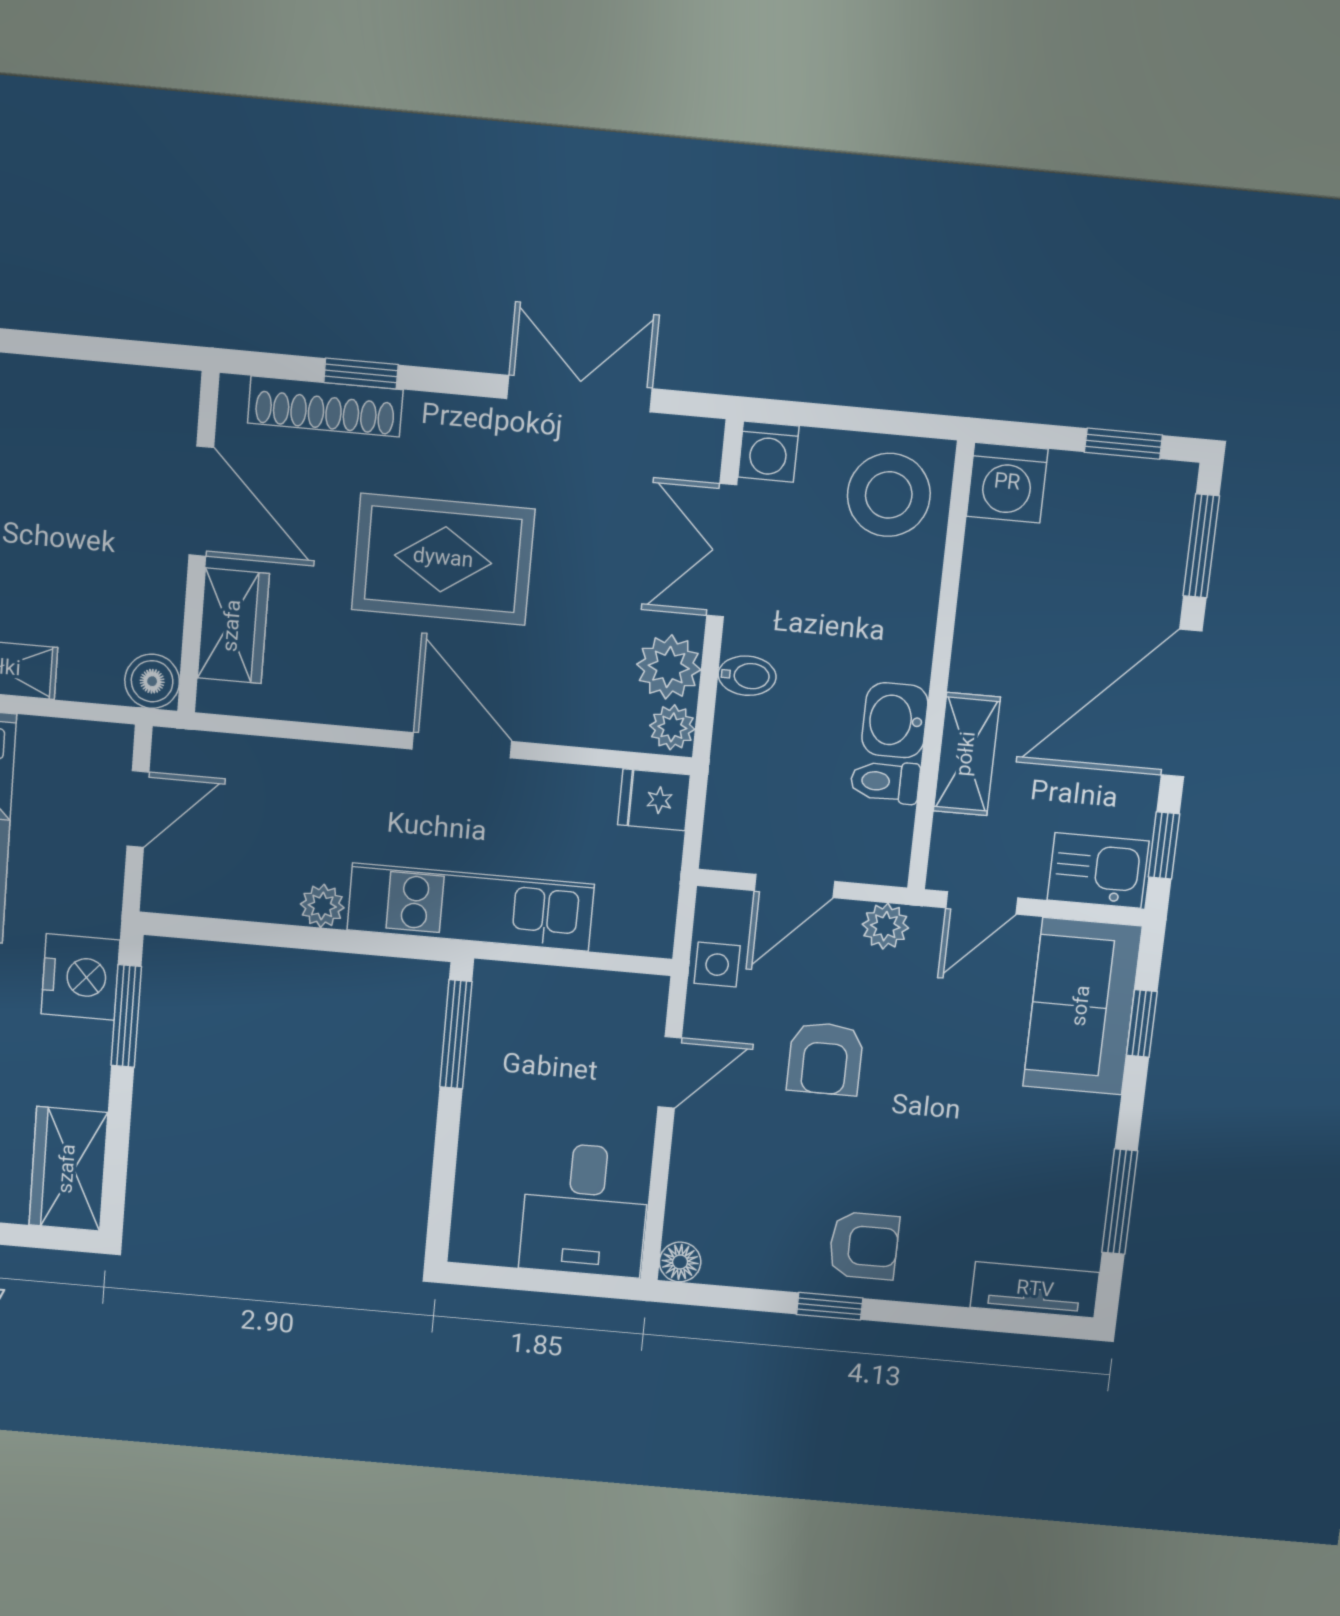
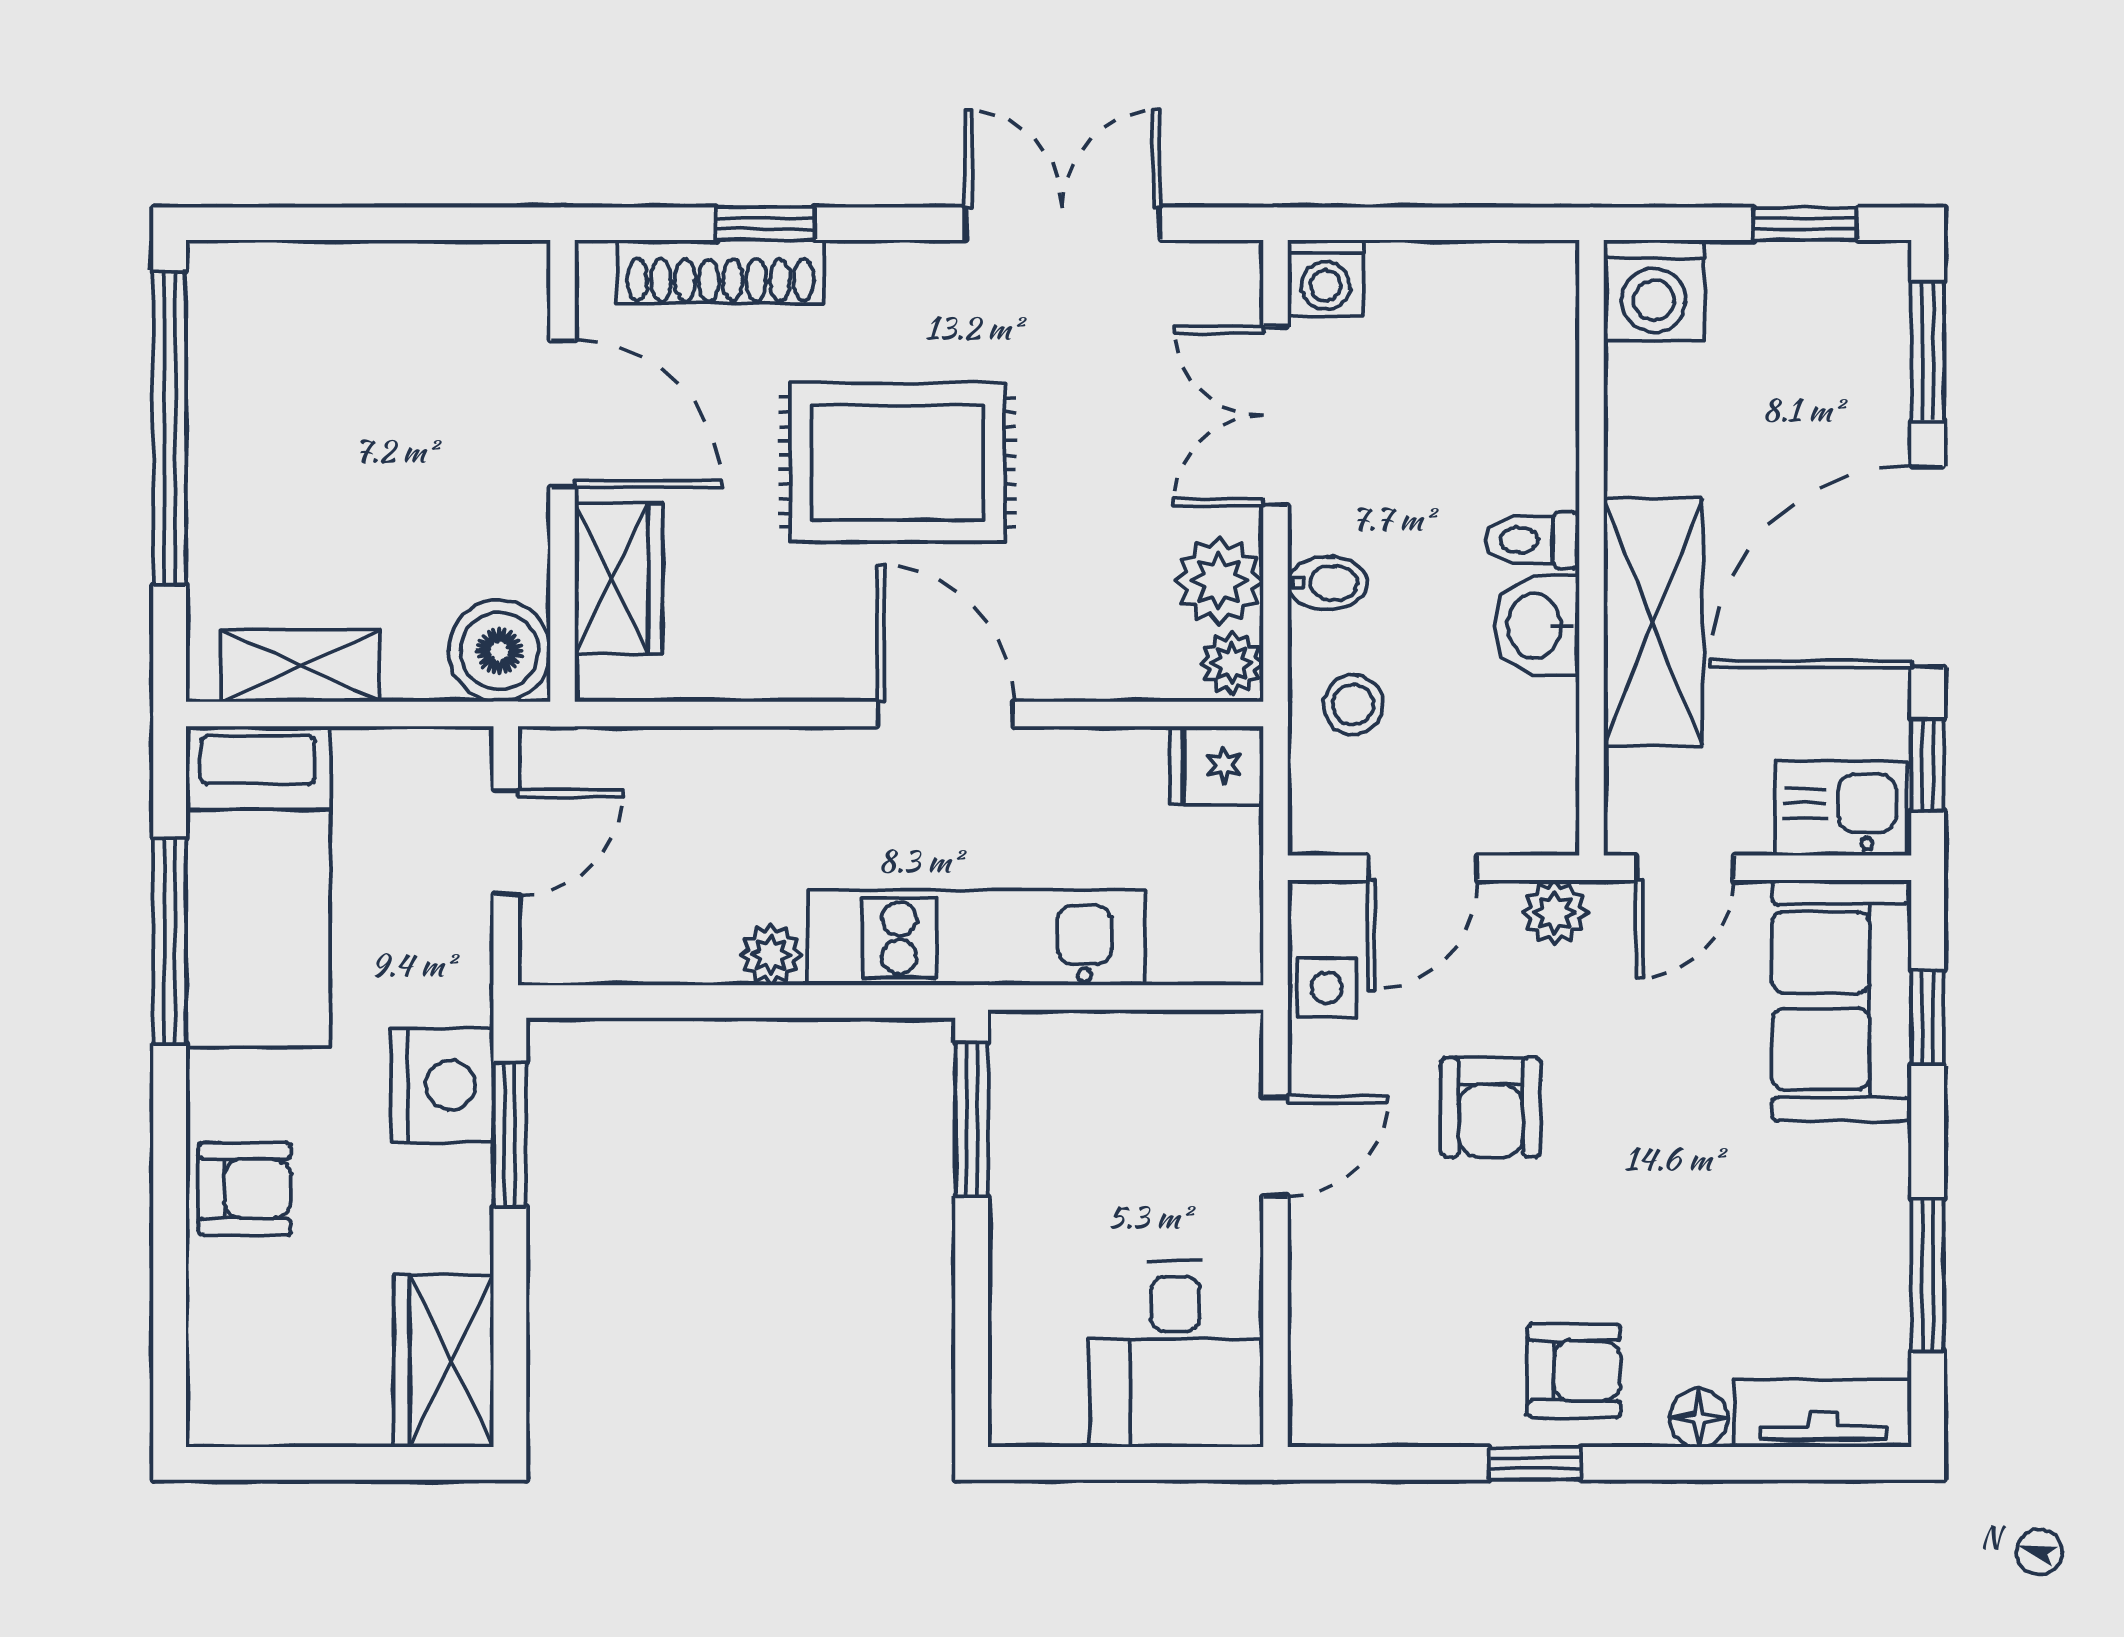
stool: (889, 495) -> (1353, 705), moved, width x0.53, depth x0.53
boiler: (152, 681) -> (499, 651), width x1.36, depth x1.36
shelving: (967, 754) -> (1653, 622), width x1.50, depth x1.33
toilet: (885, 782) -> (1532, 540), moved
floor lamp: (680, 1262) -> (1699, 1418), moved

